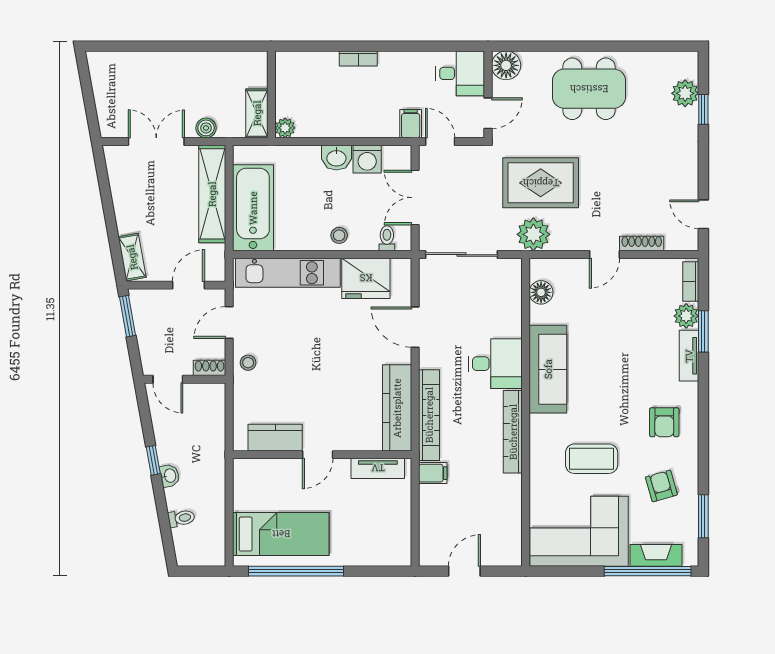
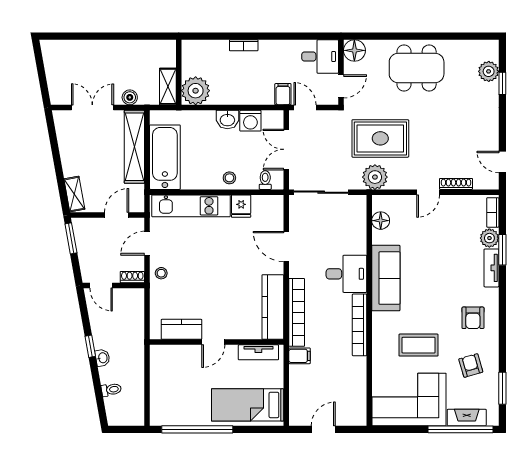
plant: (285, 128) -> (196, 91), width x1.87, depth x1.87
fridge: (366, 278) -> (241, 206), width x0.53, depth x0.75
bed: (281, 534) -> (248, 405), moved, turned 180

